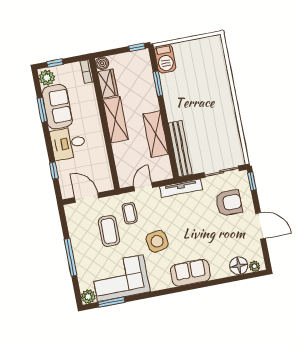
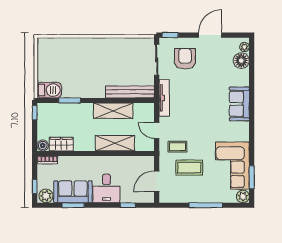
shelving: (116, 119) -> (115, 143), moved
side table: (157, 241) -> (206, 128), removed

